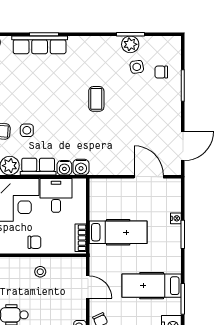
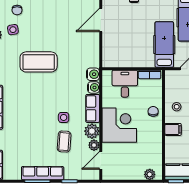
coffee table: (96, 99) -> (39, 62), width x1.86, depth x1.72
desk: (56, 195) -> (125, 84), moved, turned 90
hospital bed: (118, 232) -> (164, 45), moved
filing cabinet: (12, 267) -> (173, 129), added

